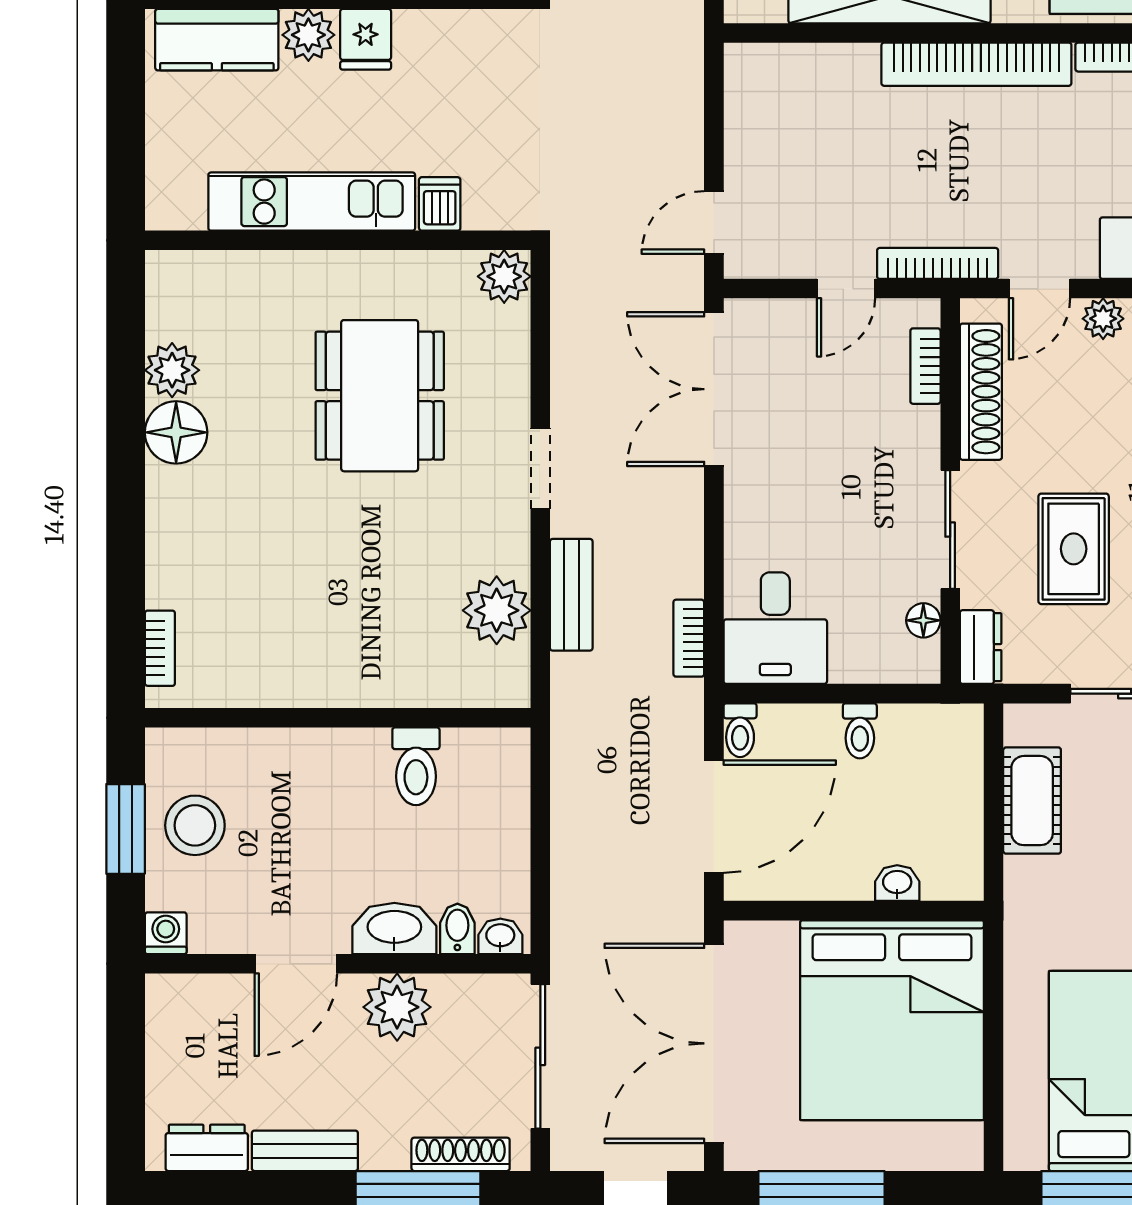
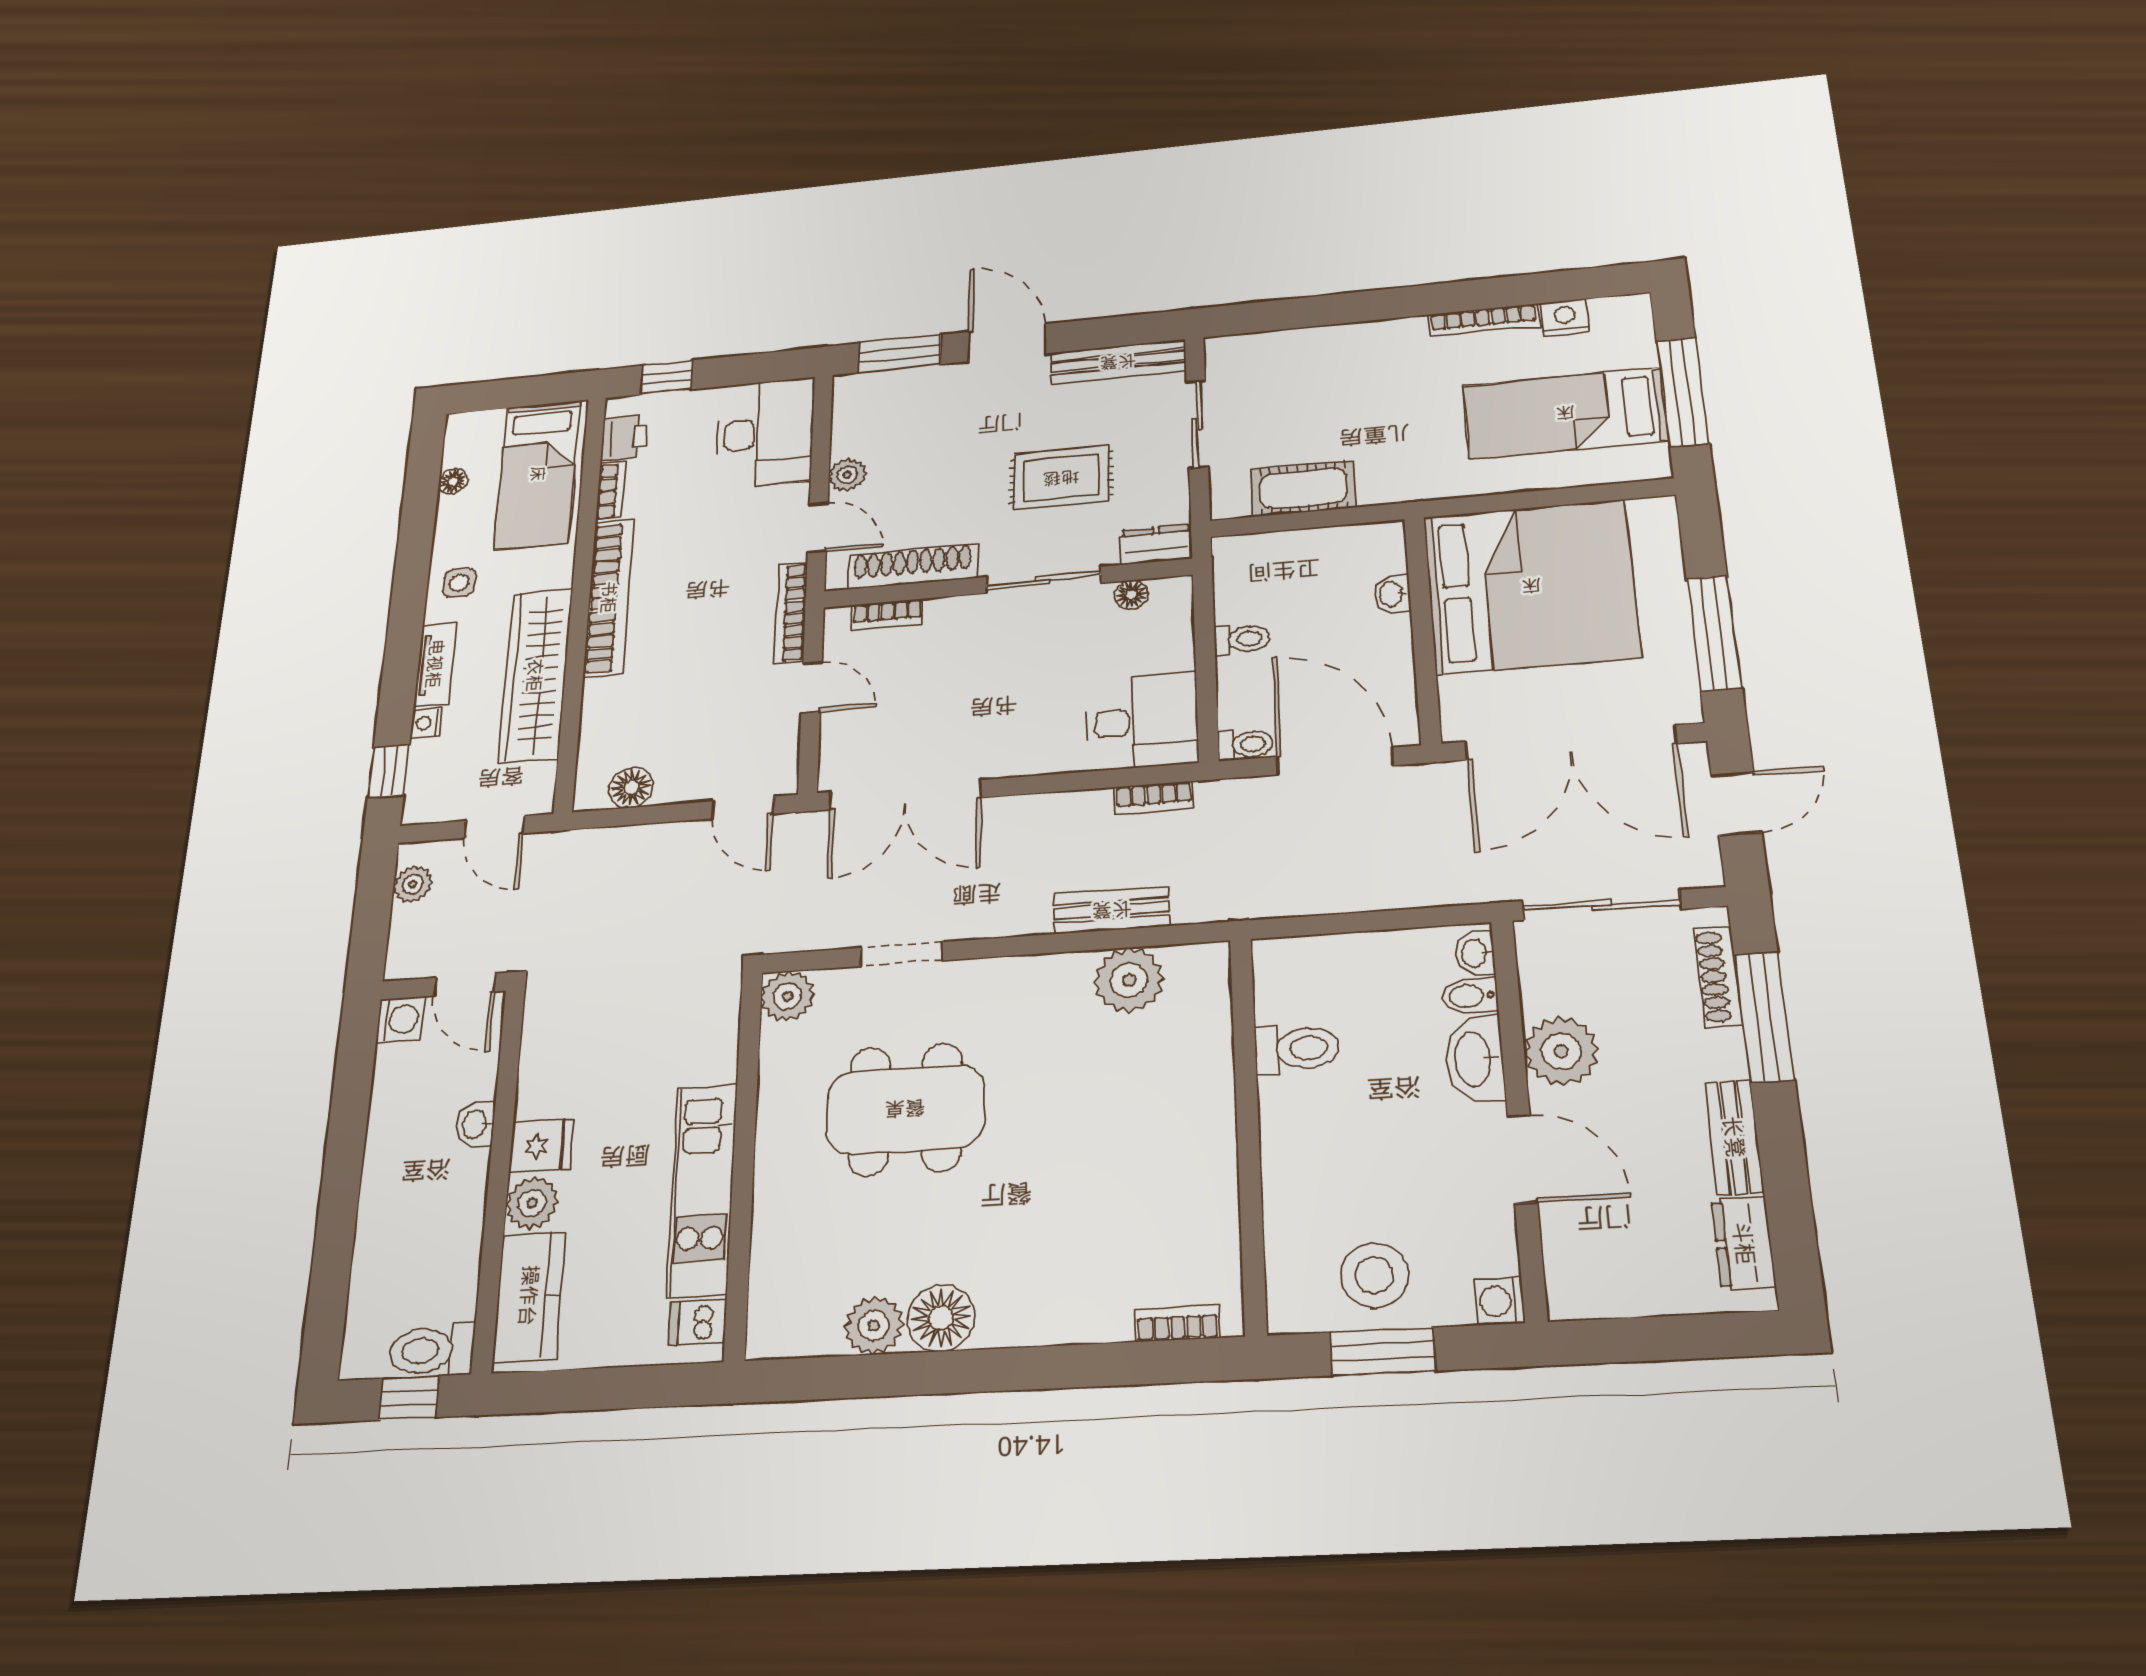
floor lamp: (747, 104) -> (631, 788), added
dishwasher: (440, 204) -> (698, 1322), moved
doorway: (540, 468) -> (902, 954), moved

